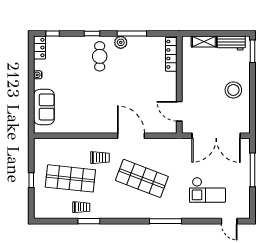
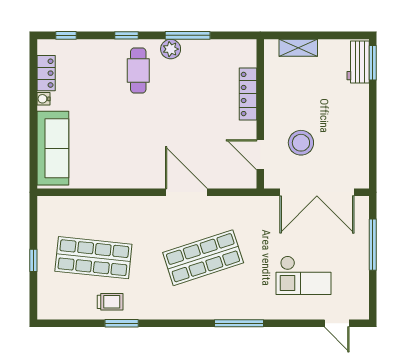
workbench: (231, 43) -> (358, 62), moved, turned 90
locker: (40, 48) -> (46, 73), moved
locker: (171, 54) -> (248, 94), moved
stool: (233, 90) -> (301, 143), moved
sofa: (44, 107) -> (53, 148), width x1.36
trolley: (100, 158) -> (139, 226), removed
shop shelf: (142, 178) -> (203, 258), turned -39

